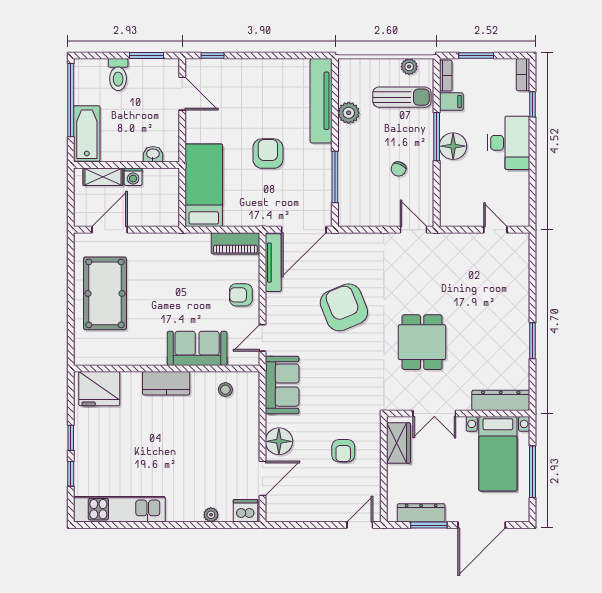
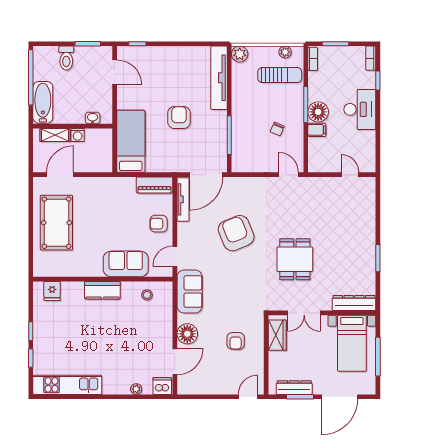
filing cabinet: (451, 102) -> (317, 130), moved
plant: (349, 113) -> (240, 54), moved
fridge: (99, 389) -> (52, 291), width x0.53, depth x0.75

